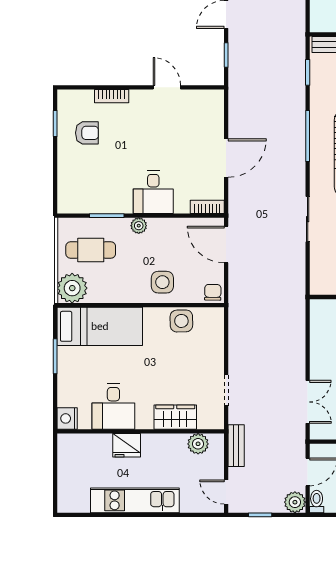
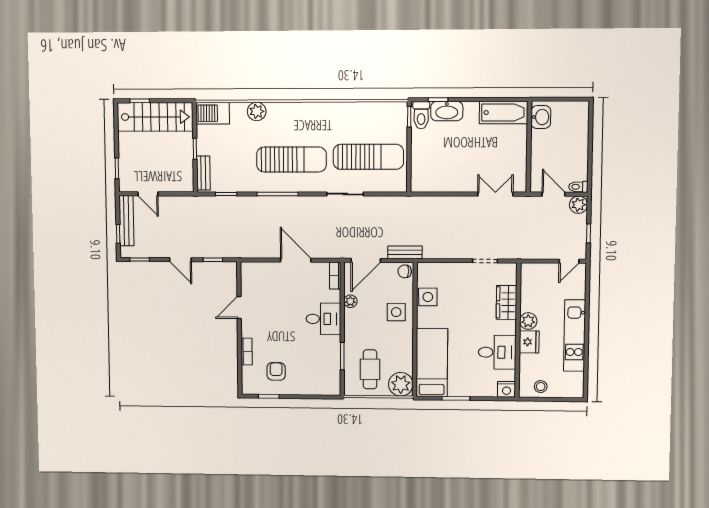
plant: (139, 226) -> (350, 301), moved
plant: (198, 444) -> (528, 321), moved
bench: (236, 446) -> (405, 252), moved
stool: (71, 460) -> (541, 387), added

